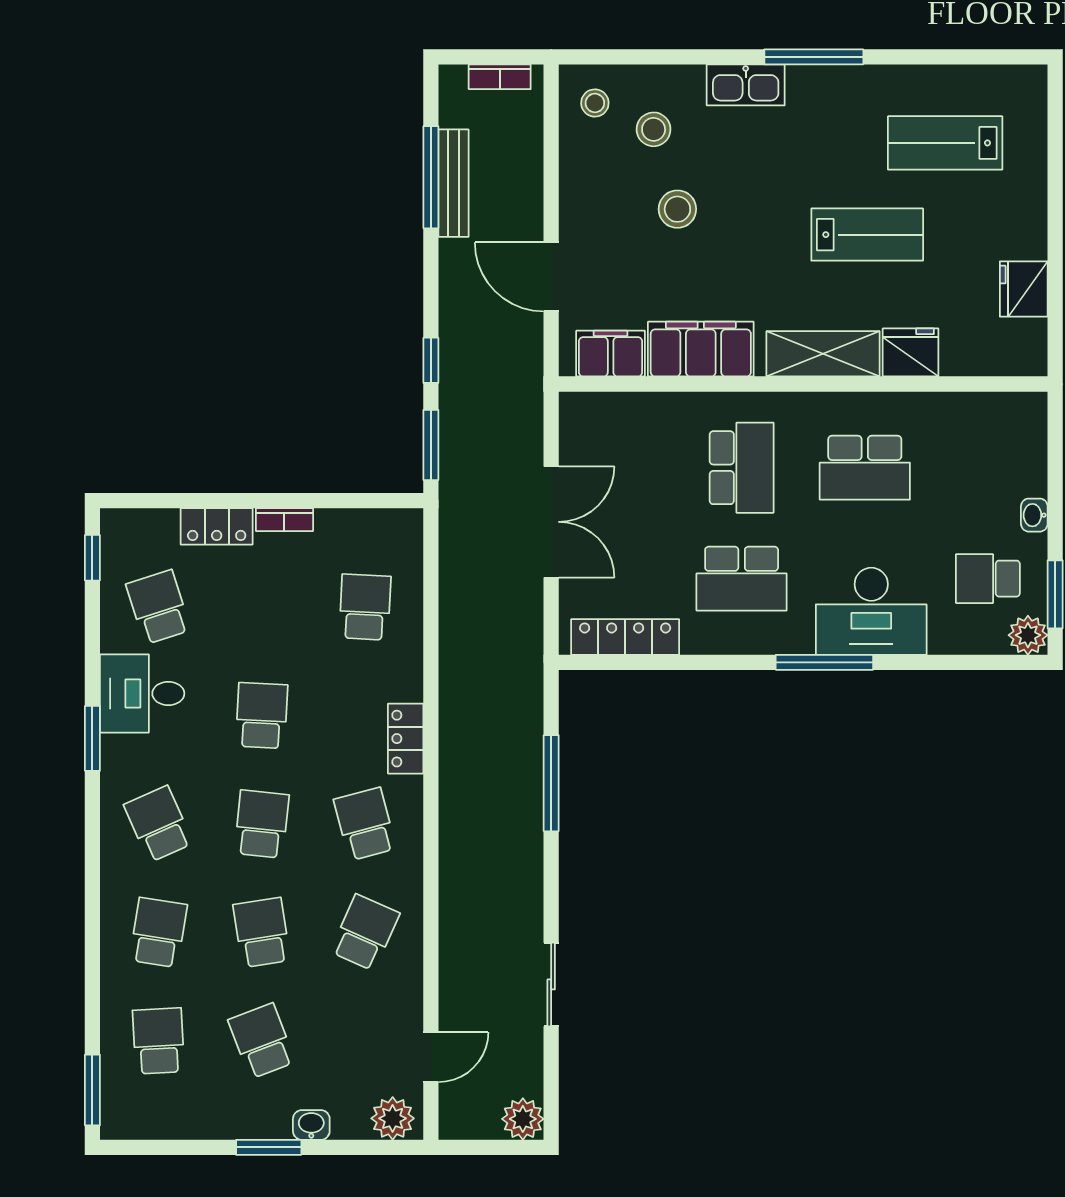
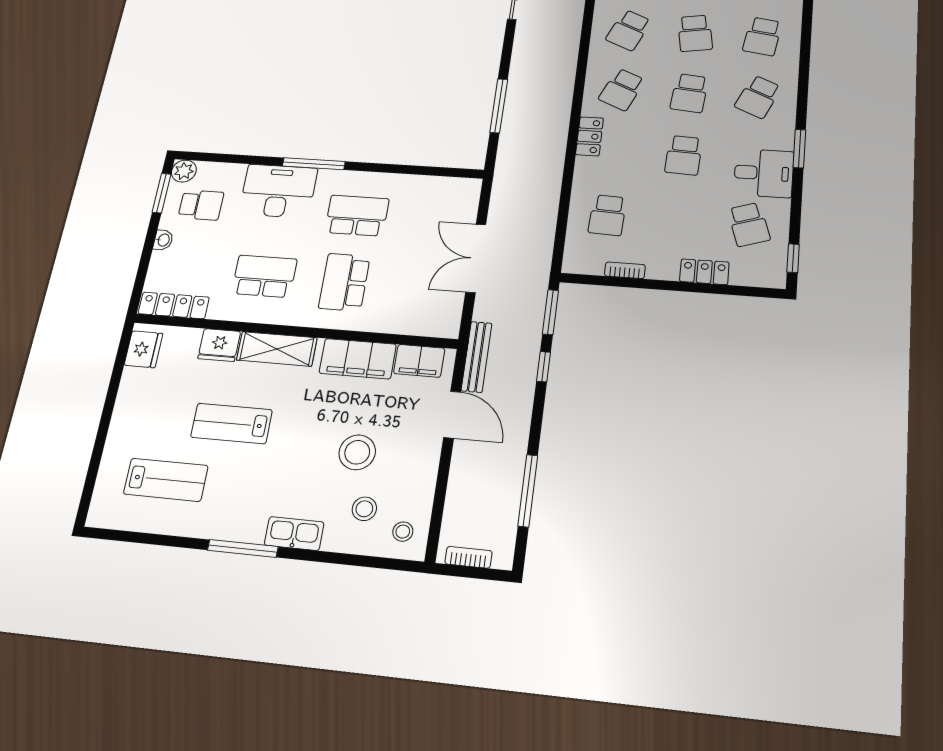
bench: (453, 183) -> (477, 357), moved
stool: (677, 209) -> (357, 452), width x1.38, depth x1.38
fridge: (1024, 289) -> (143, 349), moved
bookcase: (284, 520) -> (625, 270), moved
locker: (625, 637) -> (174, 305), moved, turned 180
school desk: (158, 824) -> (758, 97), turned 48
school desk: (365, 824) -> (622, 90), turned 39

